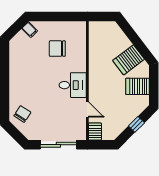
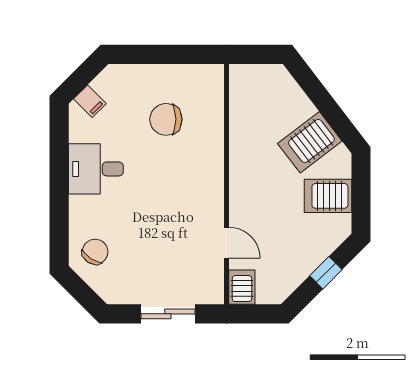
filing cabinet: (30, 30) -> (90, 101), moved
desk: (73, 85) -> (96, 169), moved, turned 180
sliding door: (58, 145) -> (168, 314), width x0.73

